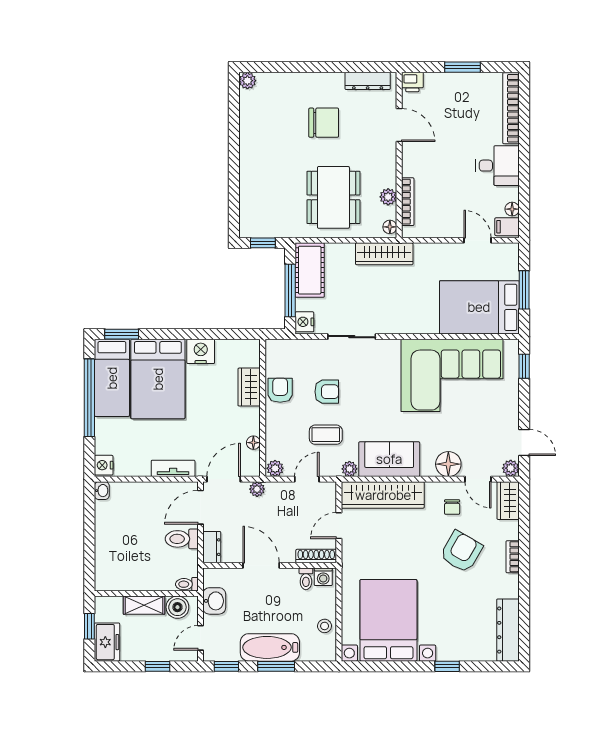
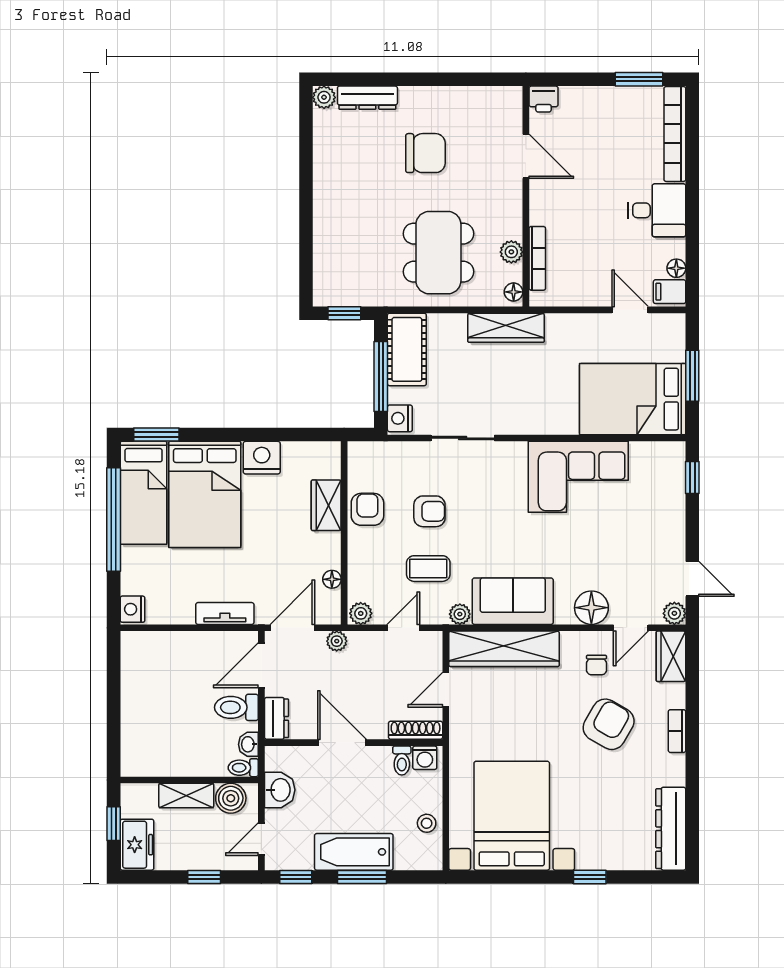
window: (462, 67) -> (639, 79), moved
dresser: (368, 81) -> (367, 98), moved
corner sofa: (452, 375) -> (578, 477), width x0.73, depth x0.74
door: (478, 479) -> (631, 628), hinge flipped
washbasin: (102, 491) -> (248, 744), moved, turned 180

